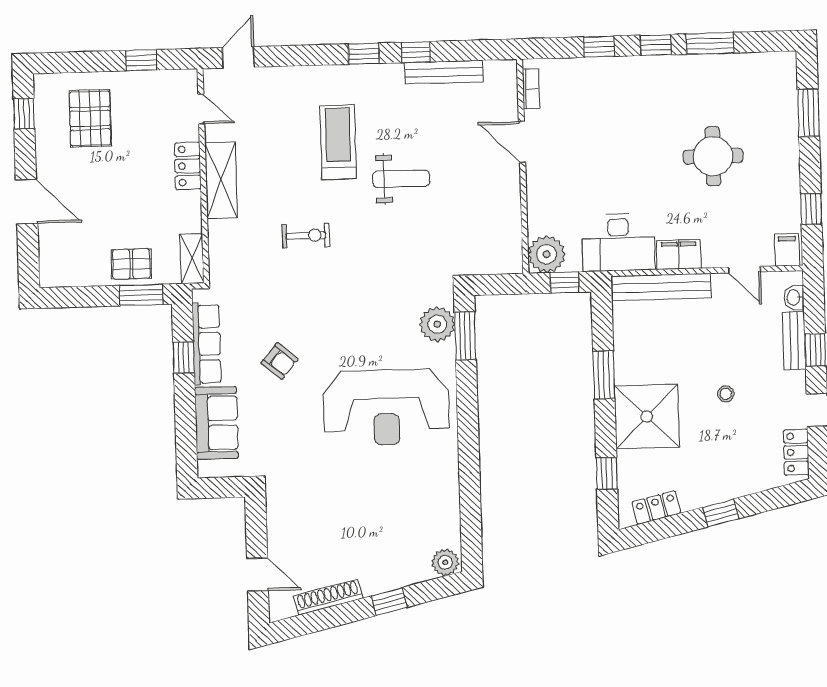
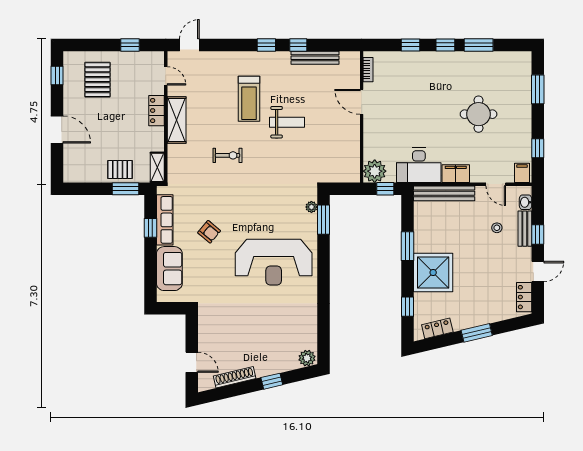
treadmill: (338, 142) -> (249, 99), turned 180
plant: (437, 324) -> (311, 207), width x0.53, depth x0.53
stool: (726, 394) -> (497, 228), moved
window: (721, 513) -> (477, 333), width x1.50

